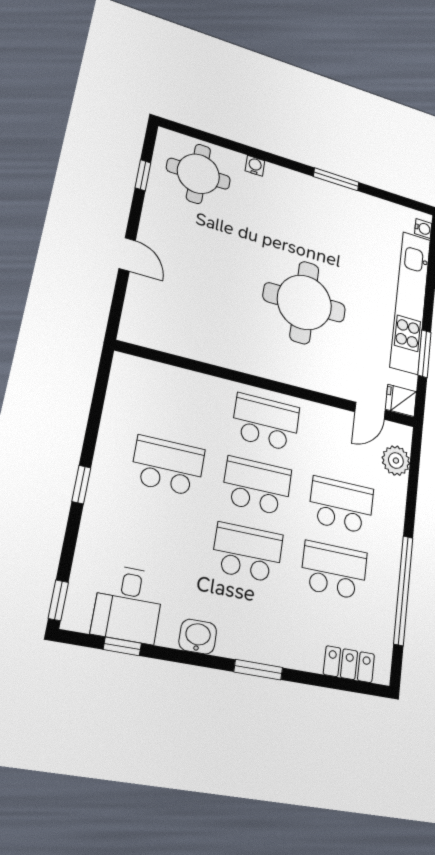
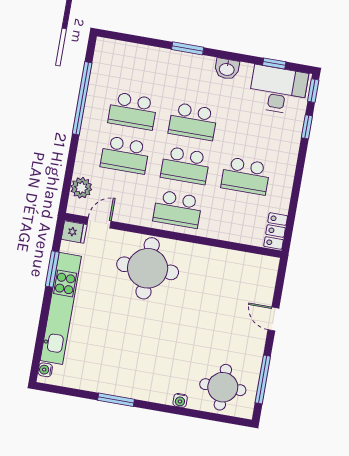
window: (143, 175) -> (263, 380), width x2.17
round table: (304, 302) -> (148, 268), moved
window: (81, 485) -> (307, 127), moved
desk: (128, 604) -> (278, 90), width x1.37
locker: (349, 664) -> (276, 231), moved, turned 90

